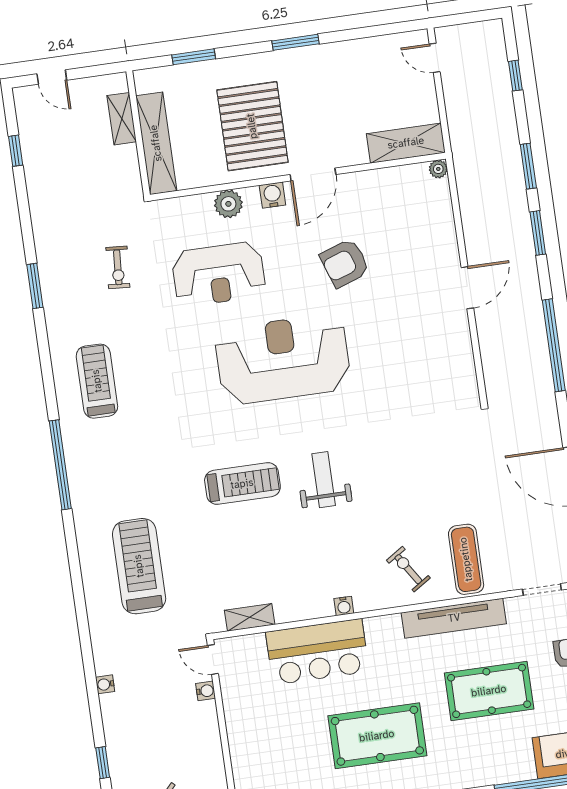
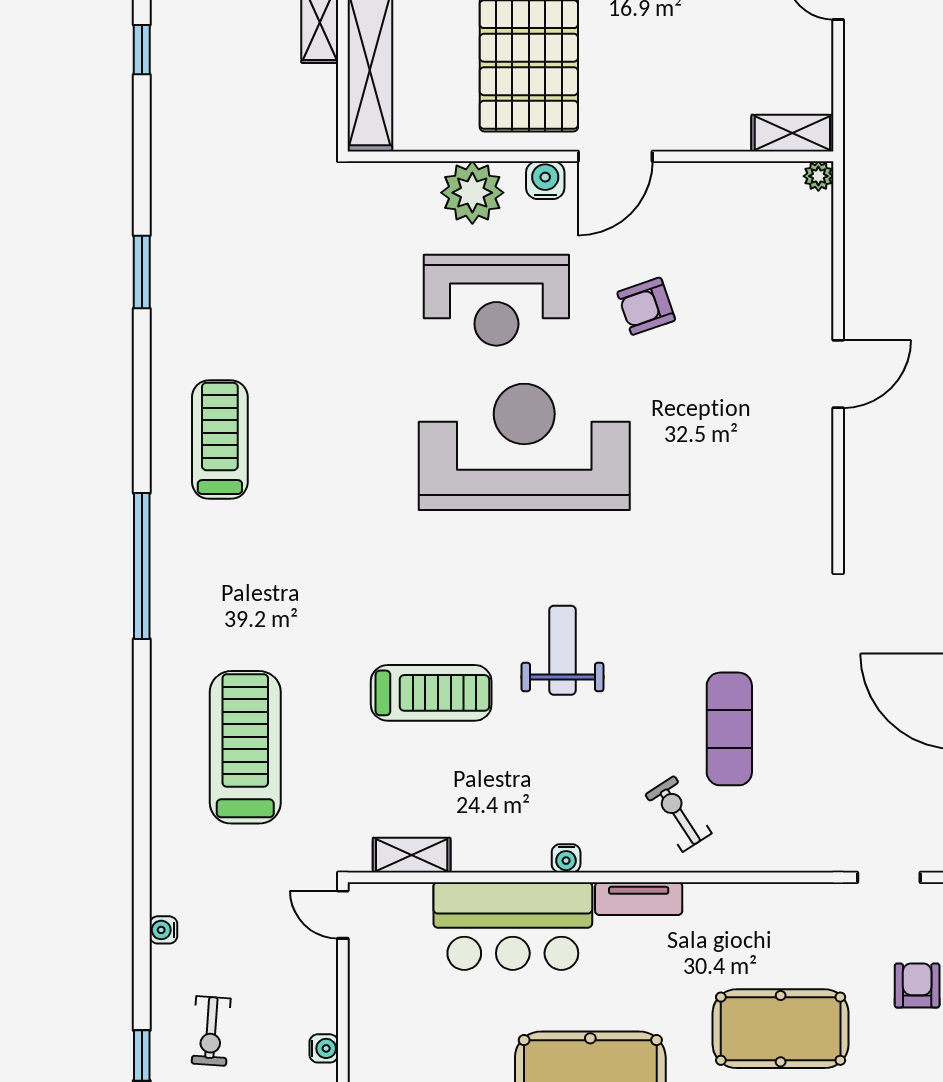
shelving: (406, 143) -> (792, 133), width x0.67, depth x0.75
plant: (228, 204) -> (472, 193), width x1.36, depth x1.36
armchair: (345, 263) -> (646, 306), width x0.72, depth x0.72
exercise bike: (118, 267) -> (211, 1031), moved
reception desk: (219, 274) -> (496, 300), moved
treadmill: (242, 484) -> (431, 693), moved
exercise mat: (466, 559) -> (729, 729), moved
tv unit: (454, 618) -> (639, 899), moved, width x0.52, depth x0.78
water cooler: (206, 691) -> (324, 1048), moved

